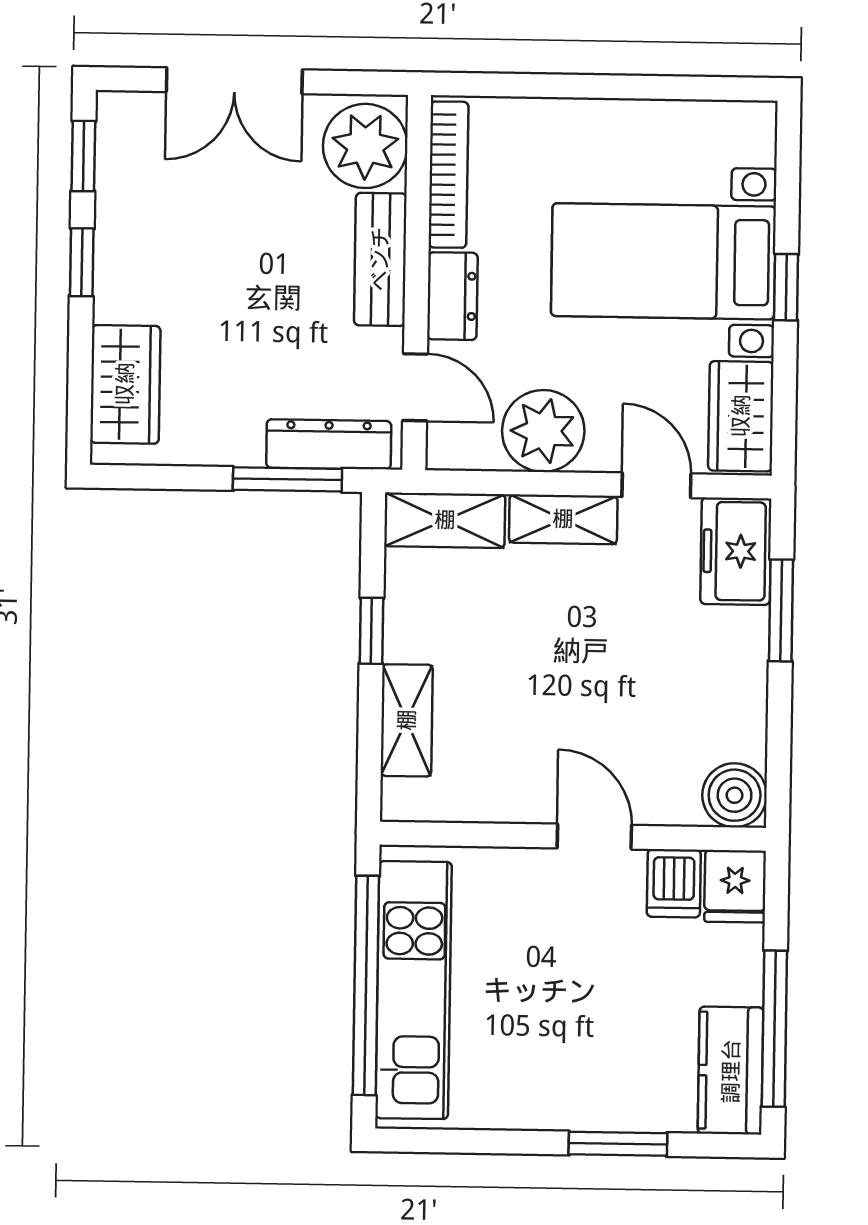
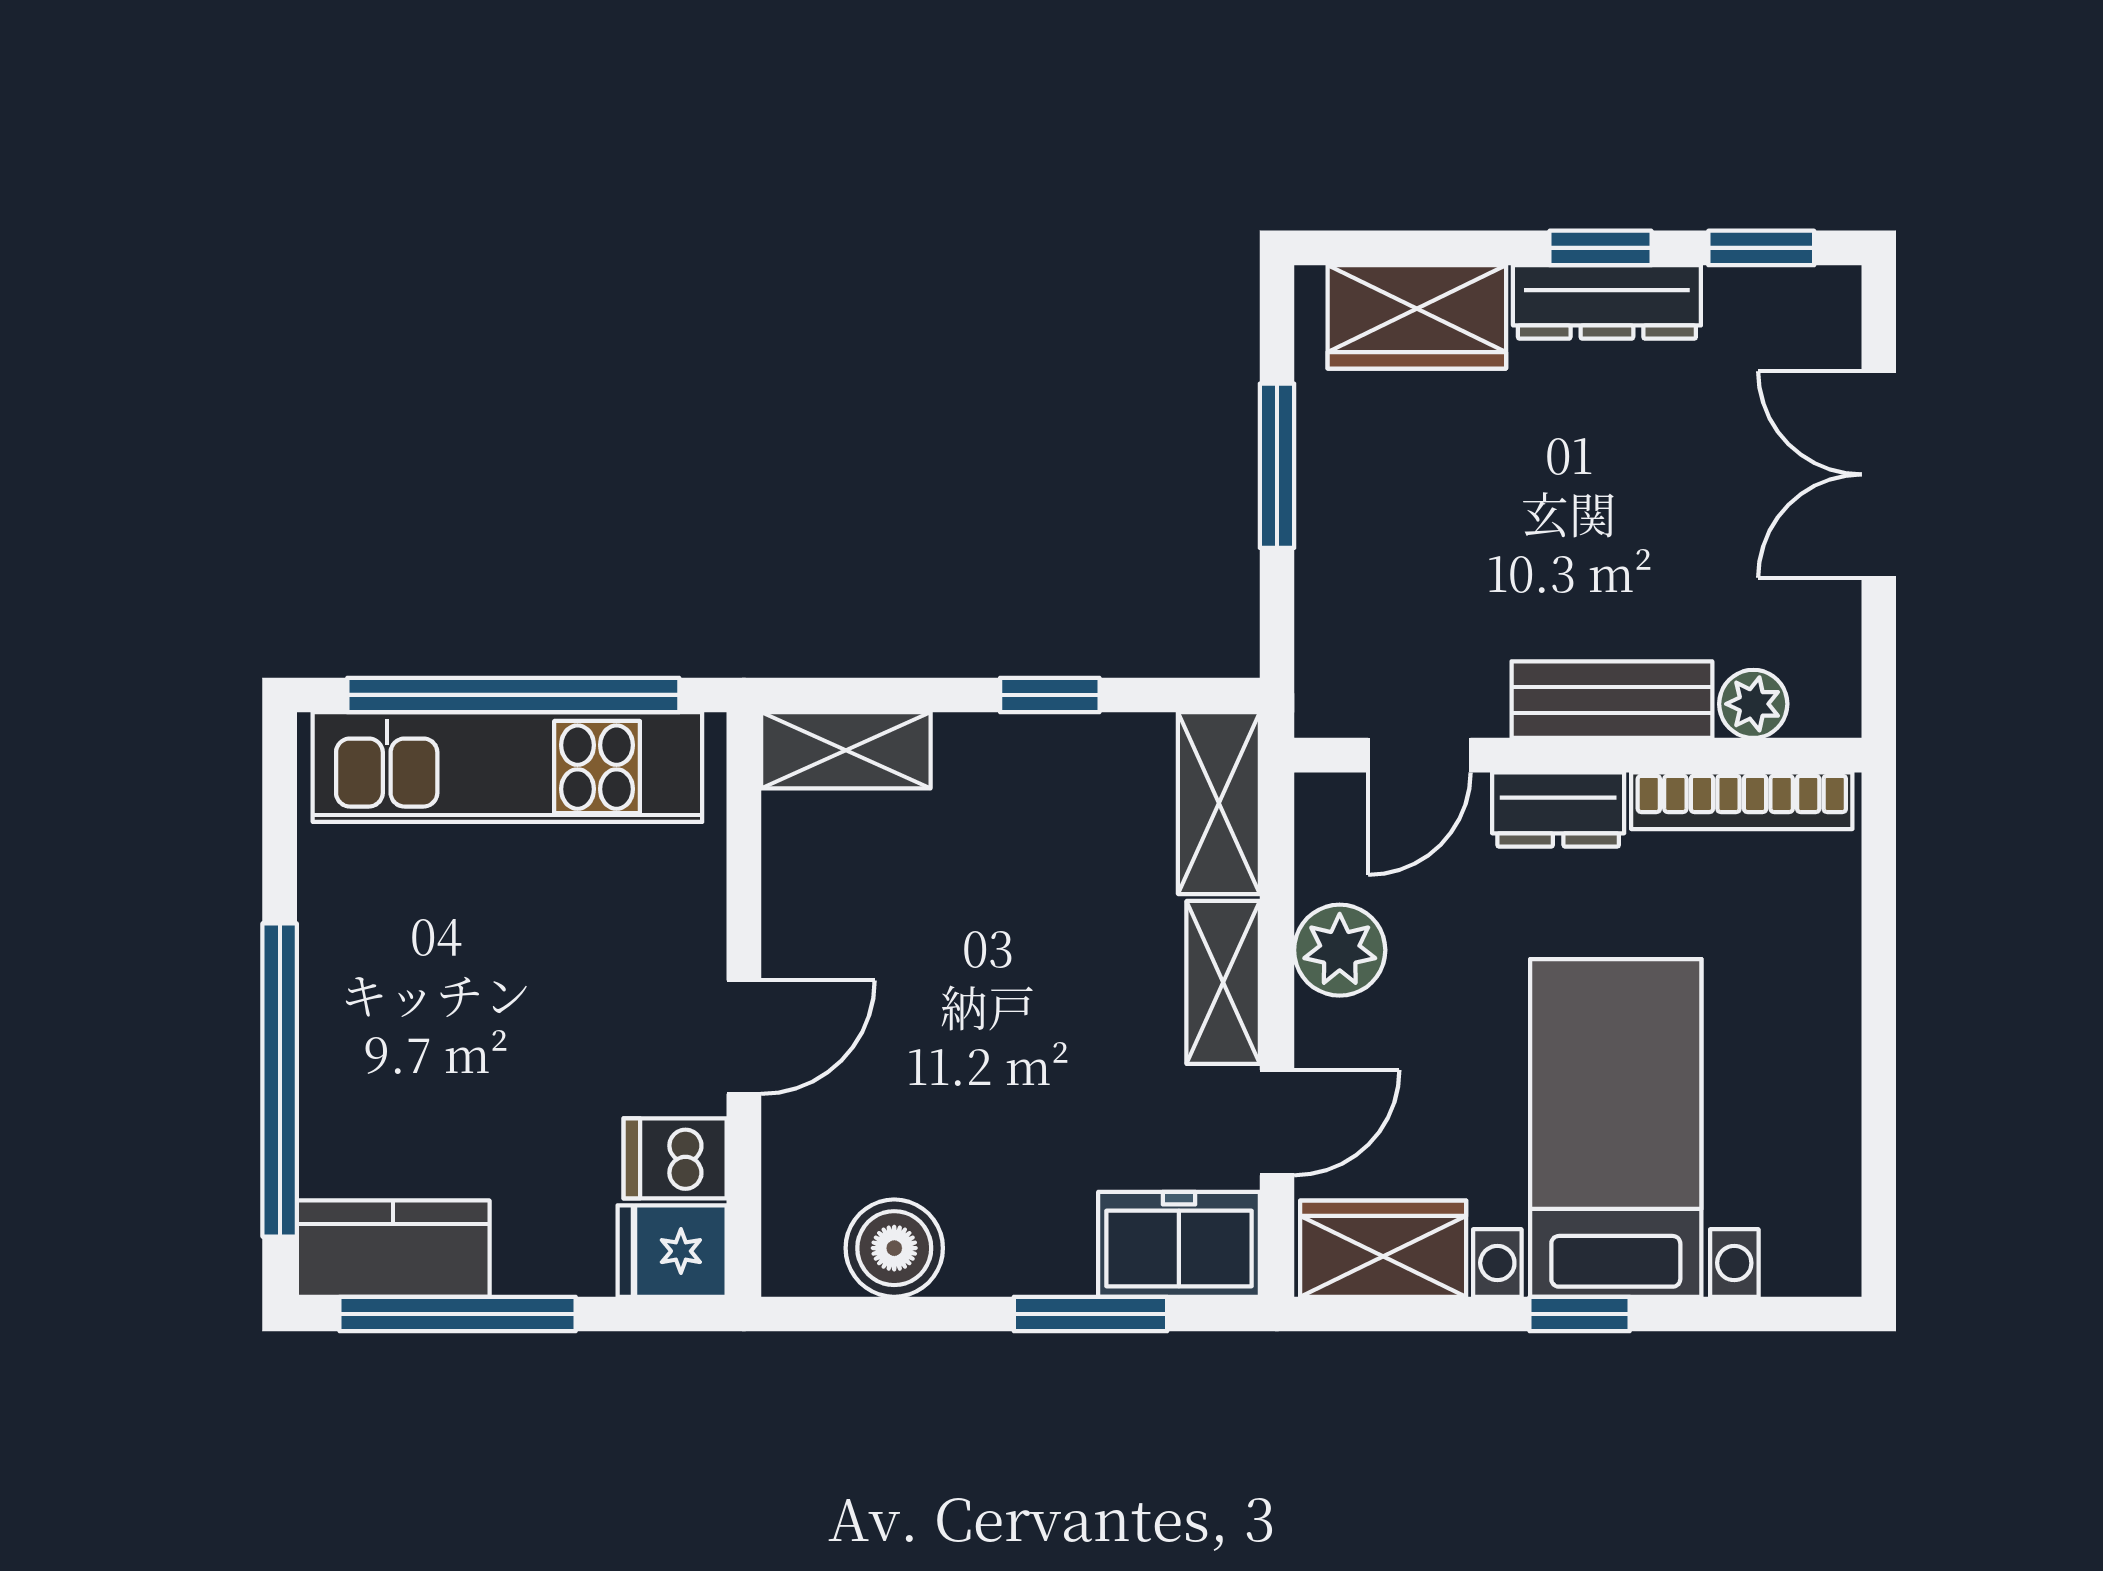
plant: (365, 146) -> (1753, 704), width x0.53, depth x0.53
plant: (543, 431) -> (1340, 950), width x0.73, depth x0.73
dresser: (329, 444) -> (1607, 302), moved, turned 90
window: (287, 479) -> (1277, 466), moved
shelving: (407, 720) -> (846, 750), moved
boiler: (735, 795) -> (894, 1248), moved
window: (618, 1144) -> (280, 1080), width x2.11

